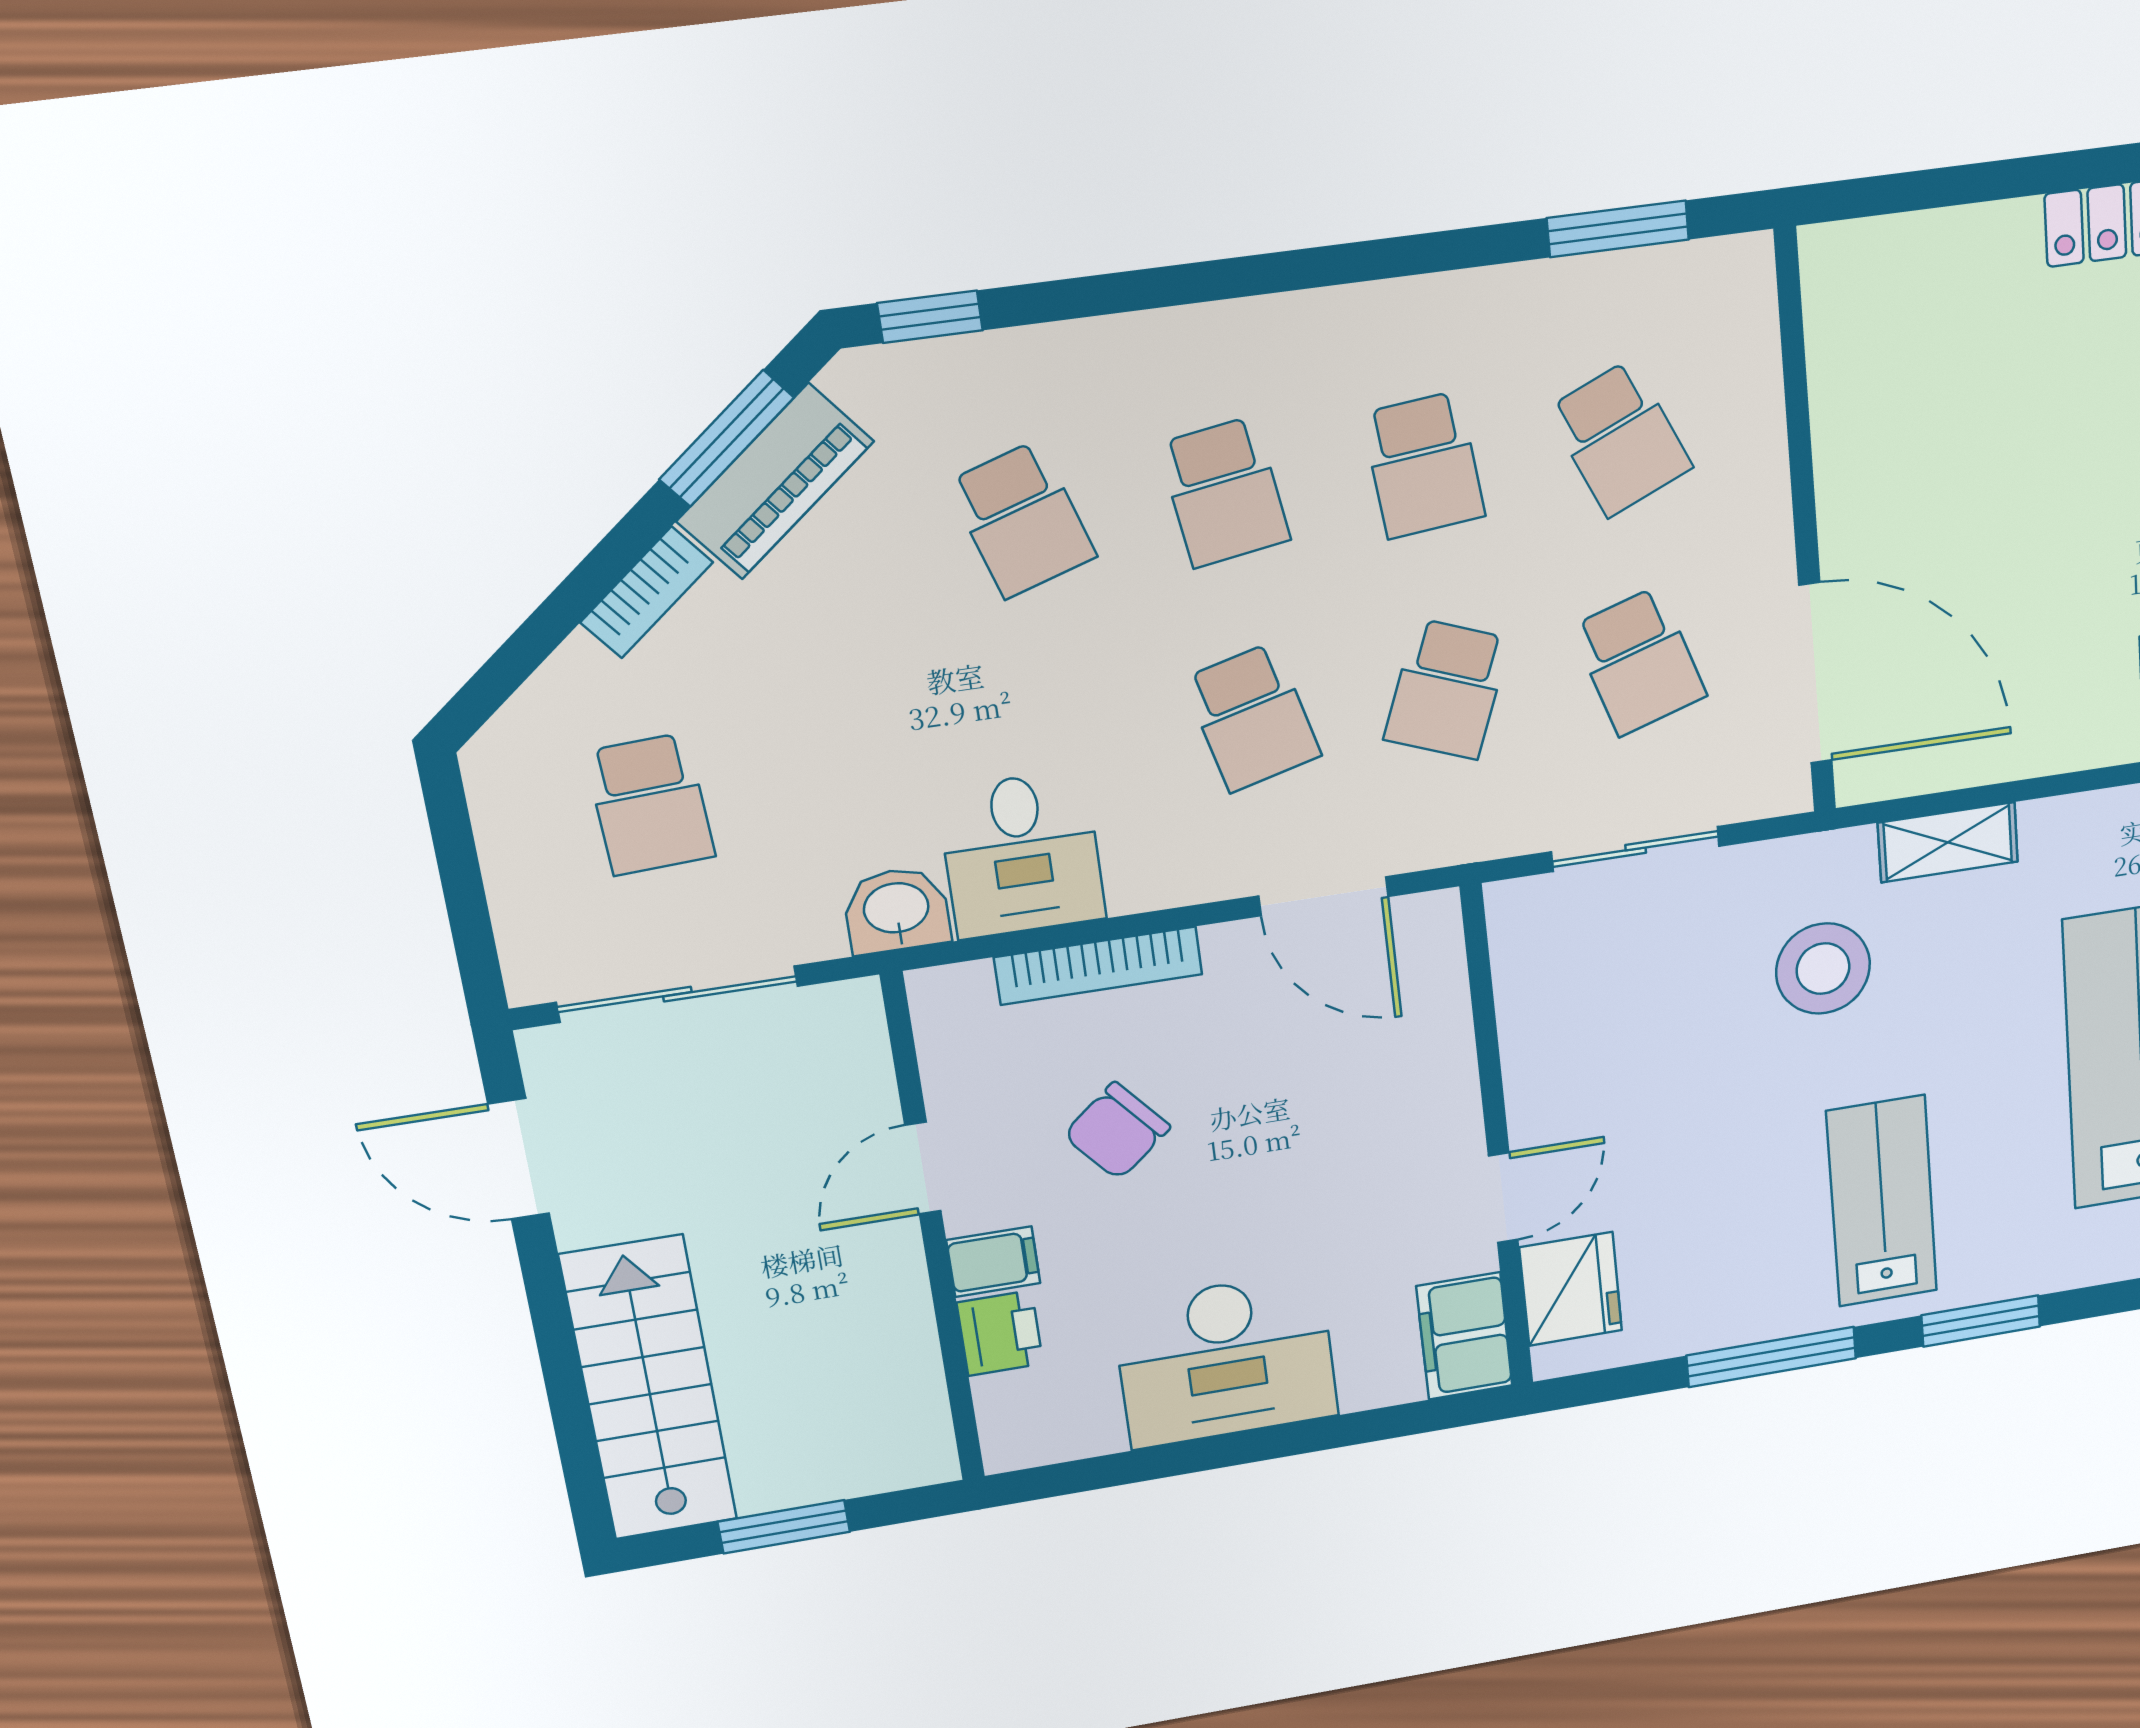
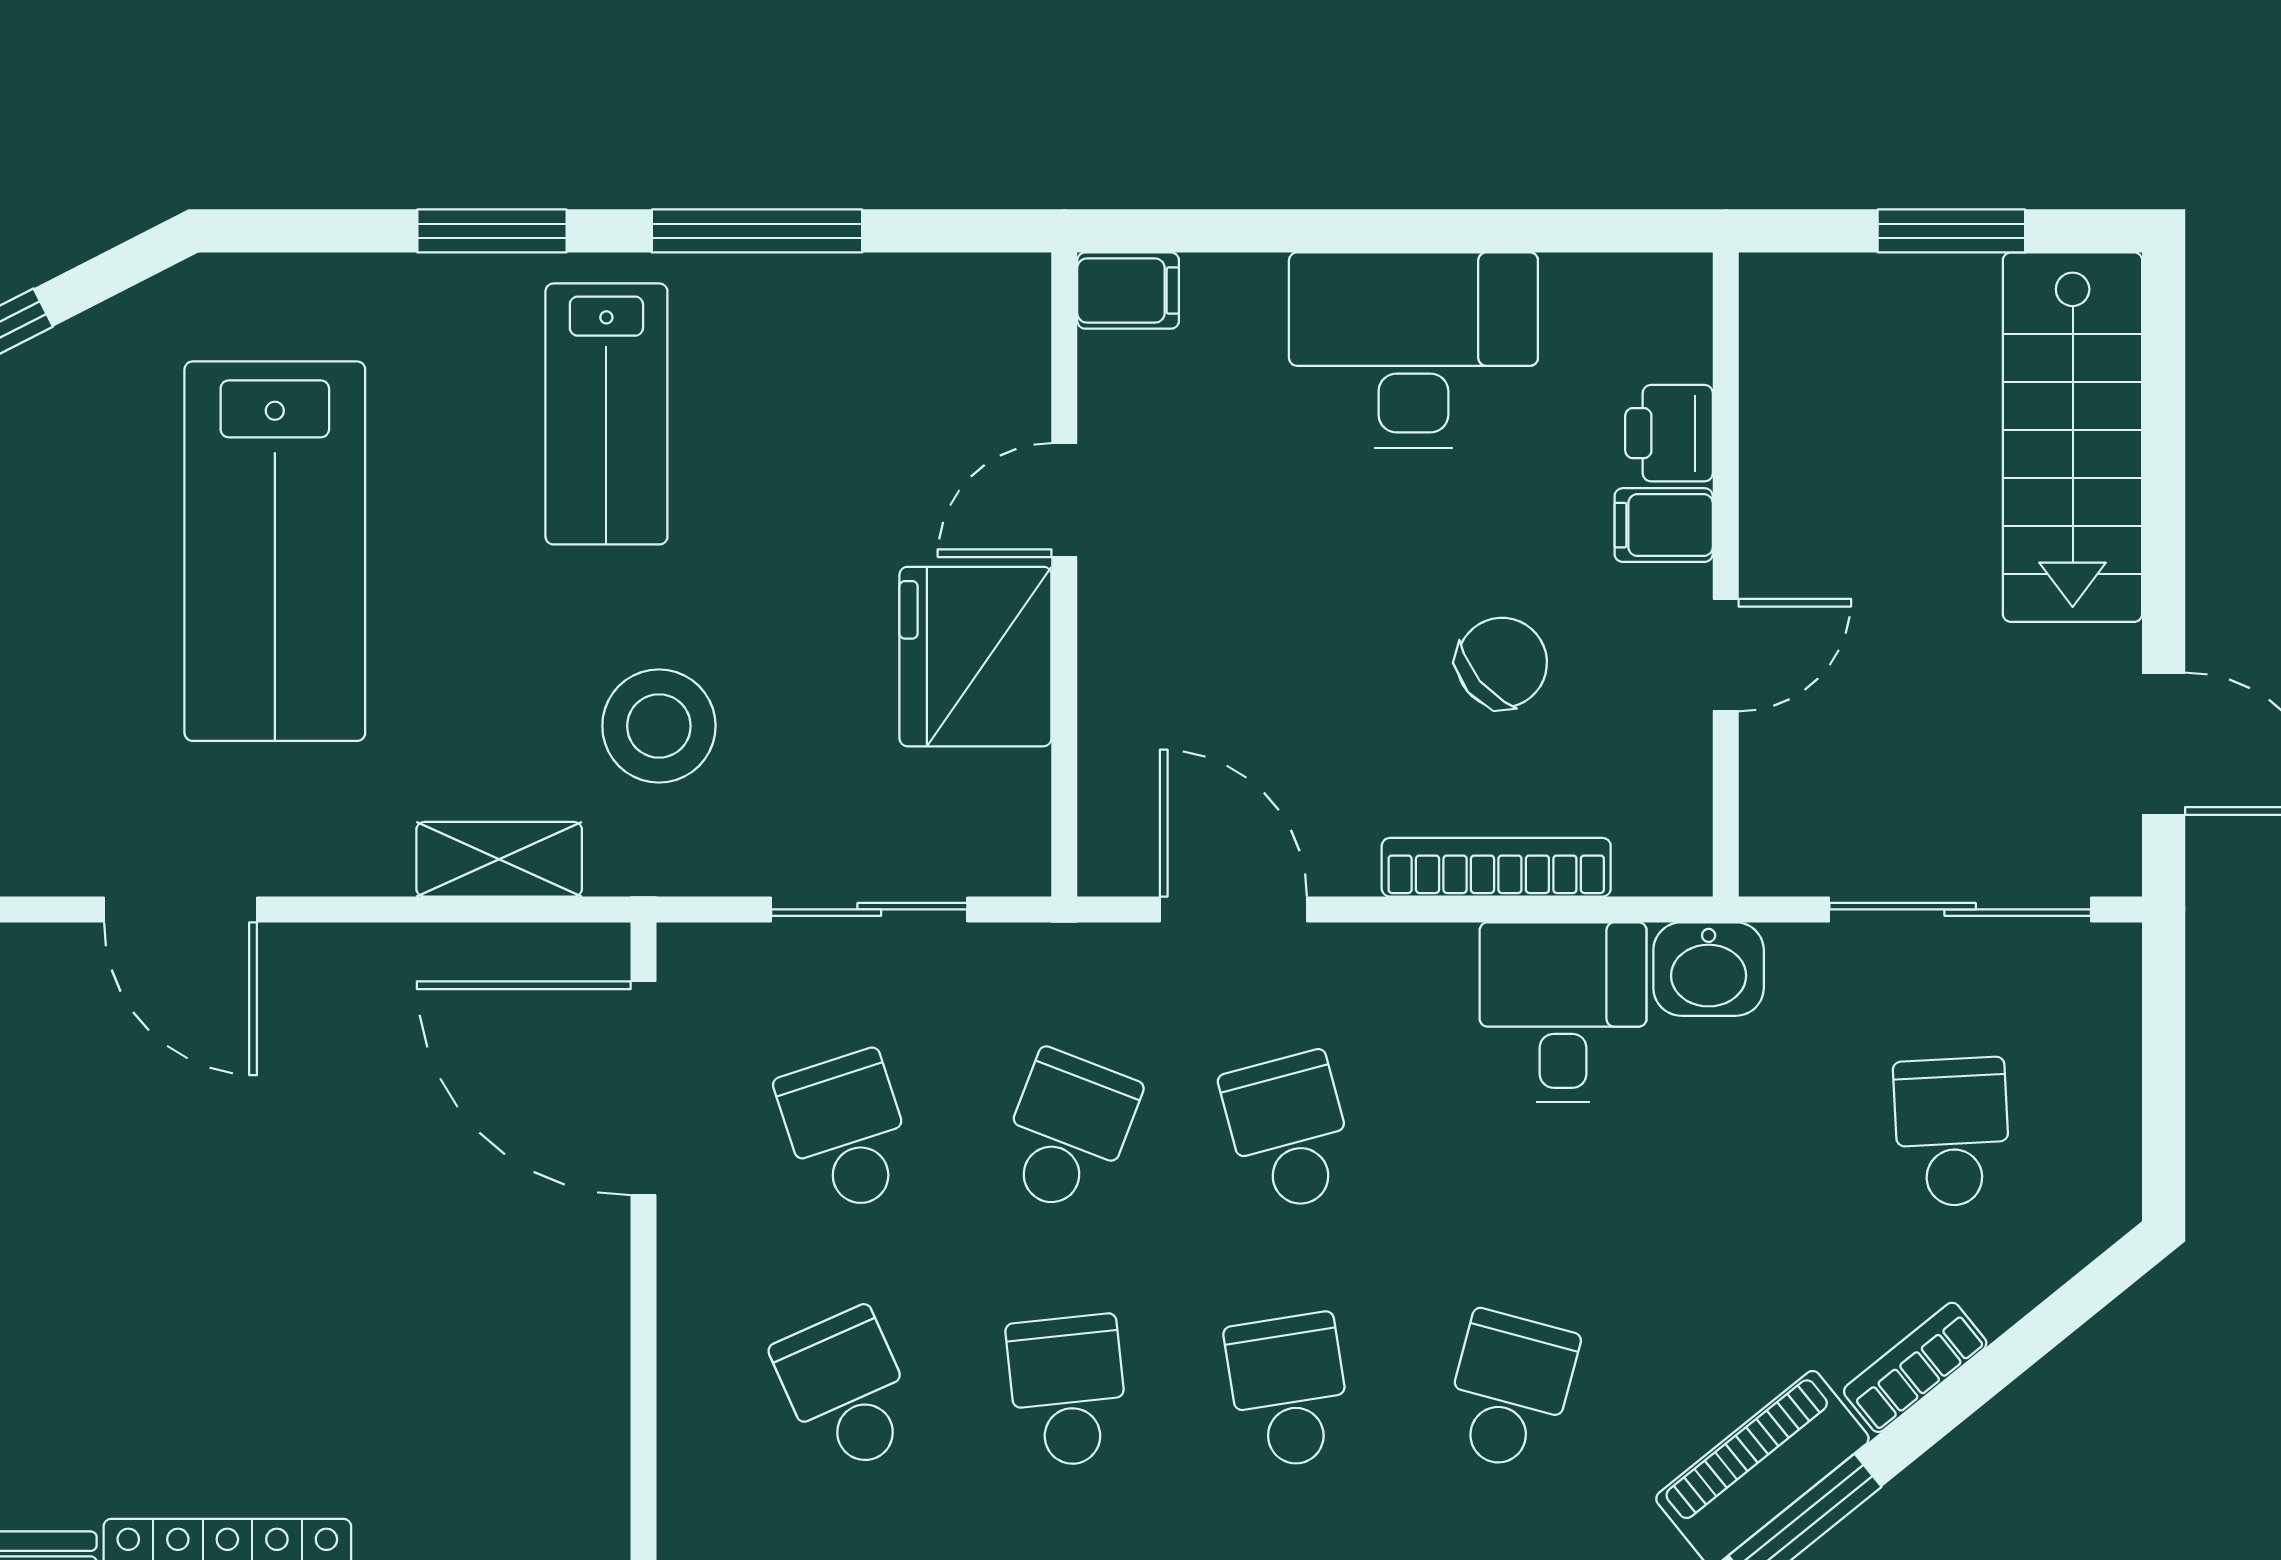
school desk: (1022, 520) -> (1510, 1391), turned 33
fridge: (1571, 1289) -> (975, 657), moved, width x1.36, depth x1.34
filing cabinet: (1464, 1336) -> (1128, 291), width x0.50

